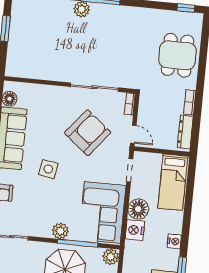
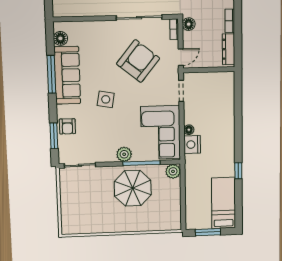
floor lamp: (146, 100) -> (189, 24), added
door: (133, 134) -> (181, 57), hinge flipped
bed: (173, 182) -> (222, 97), removed
floor lamp: (138, 209) -> (189, 130), width x0.53, depth x0.53
nightstand: (174, 241) -> (229, 150), removed

